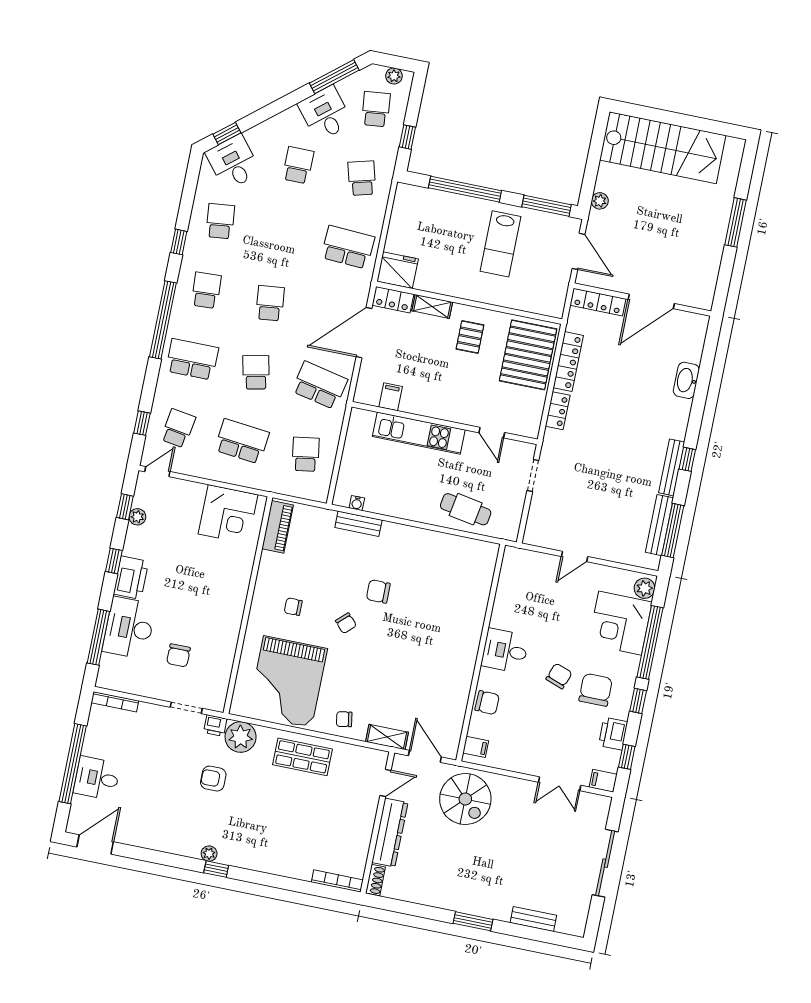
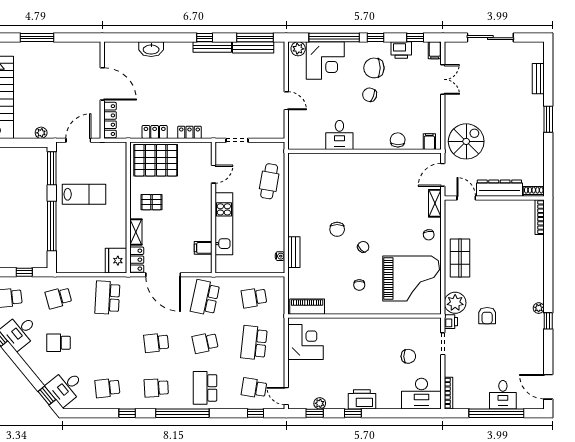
locker: (568, 362) -> (155, 132), width x0.66
desk: (129, 628) -> (421, 394), moved
window: (98, 637) -> (407, 413), removed
desk: (505, 651) -> (339, 135), moved
window: (216, 869) -> (548, 321), moved

